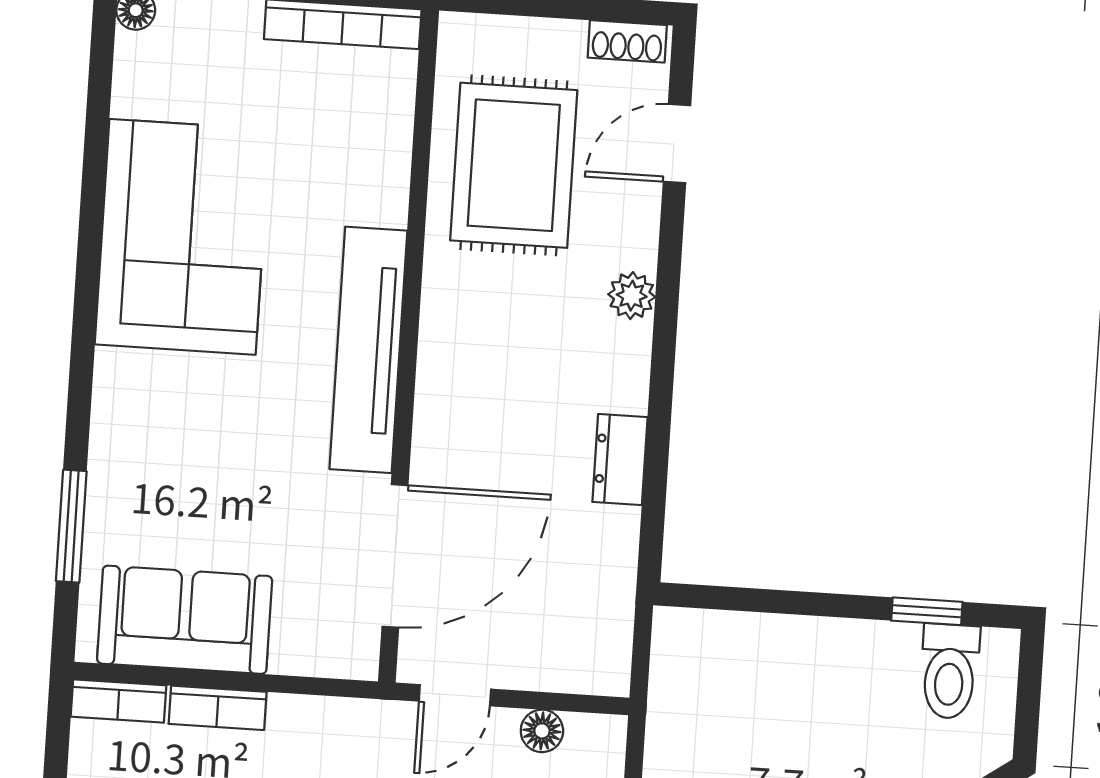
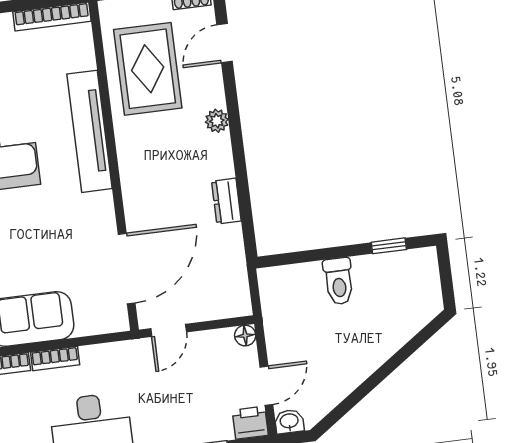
tv unit: (368, 350) -> (90, 131), moved
toilet: (949, 671) -> (339, 281), moved
floor lamp: (542, 731) -> (245, 336), moved

